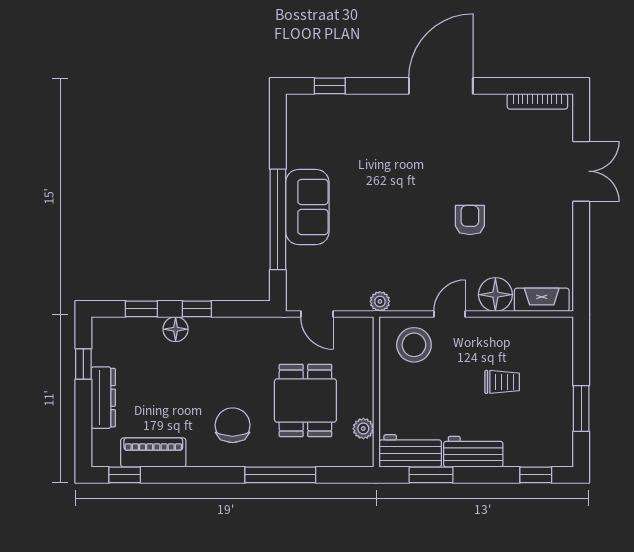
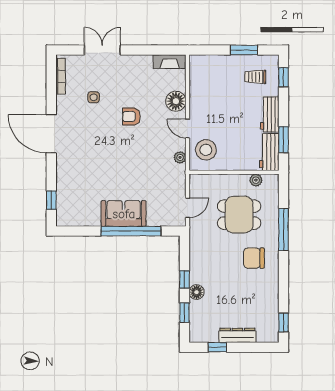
side table: (502, 157) -> (94, 97), added
fireplace: (542, 300) -> (170, 62), moved, turned -90
plant: (380, 301) -> (180, 157), moved
trolley: (502, 382) -> (255, 77), moved, turned -90
piano: (153, 452) -> (270, 305), removed

